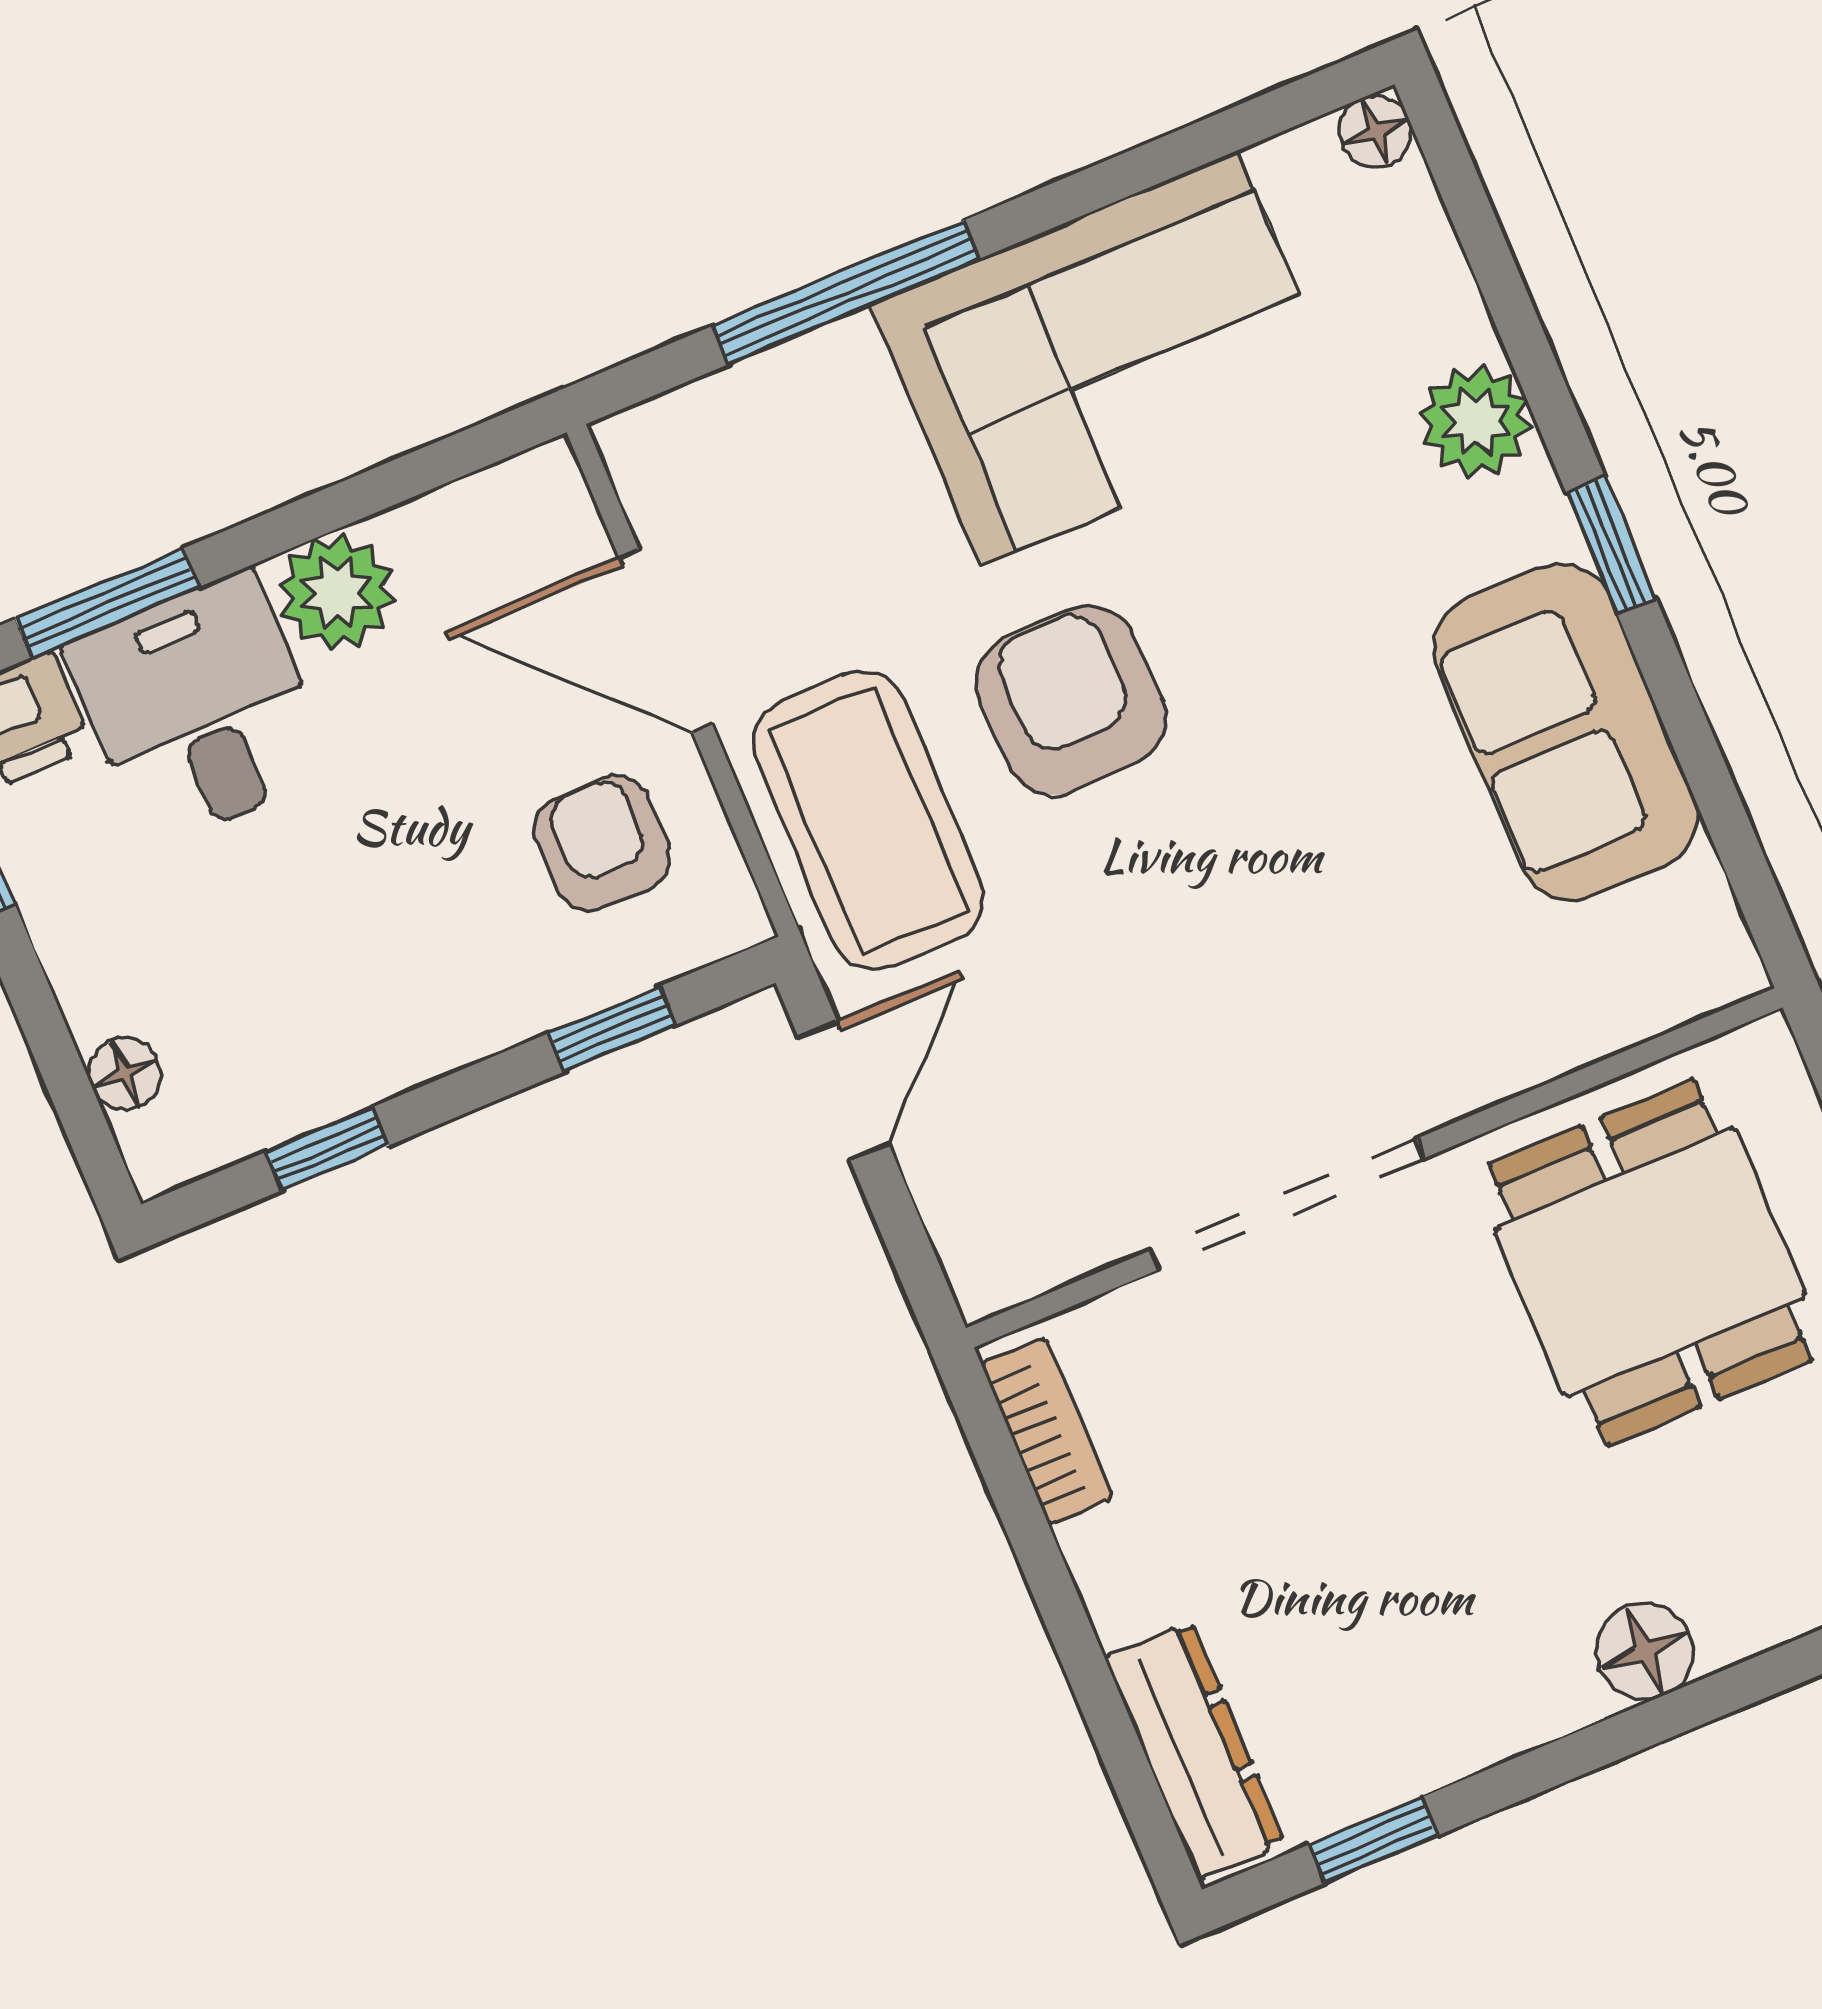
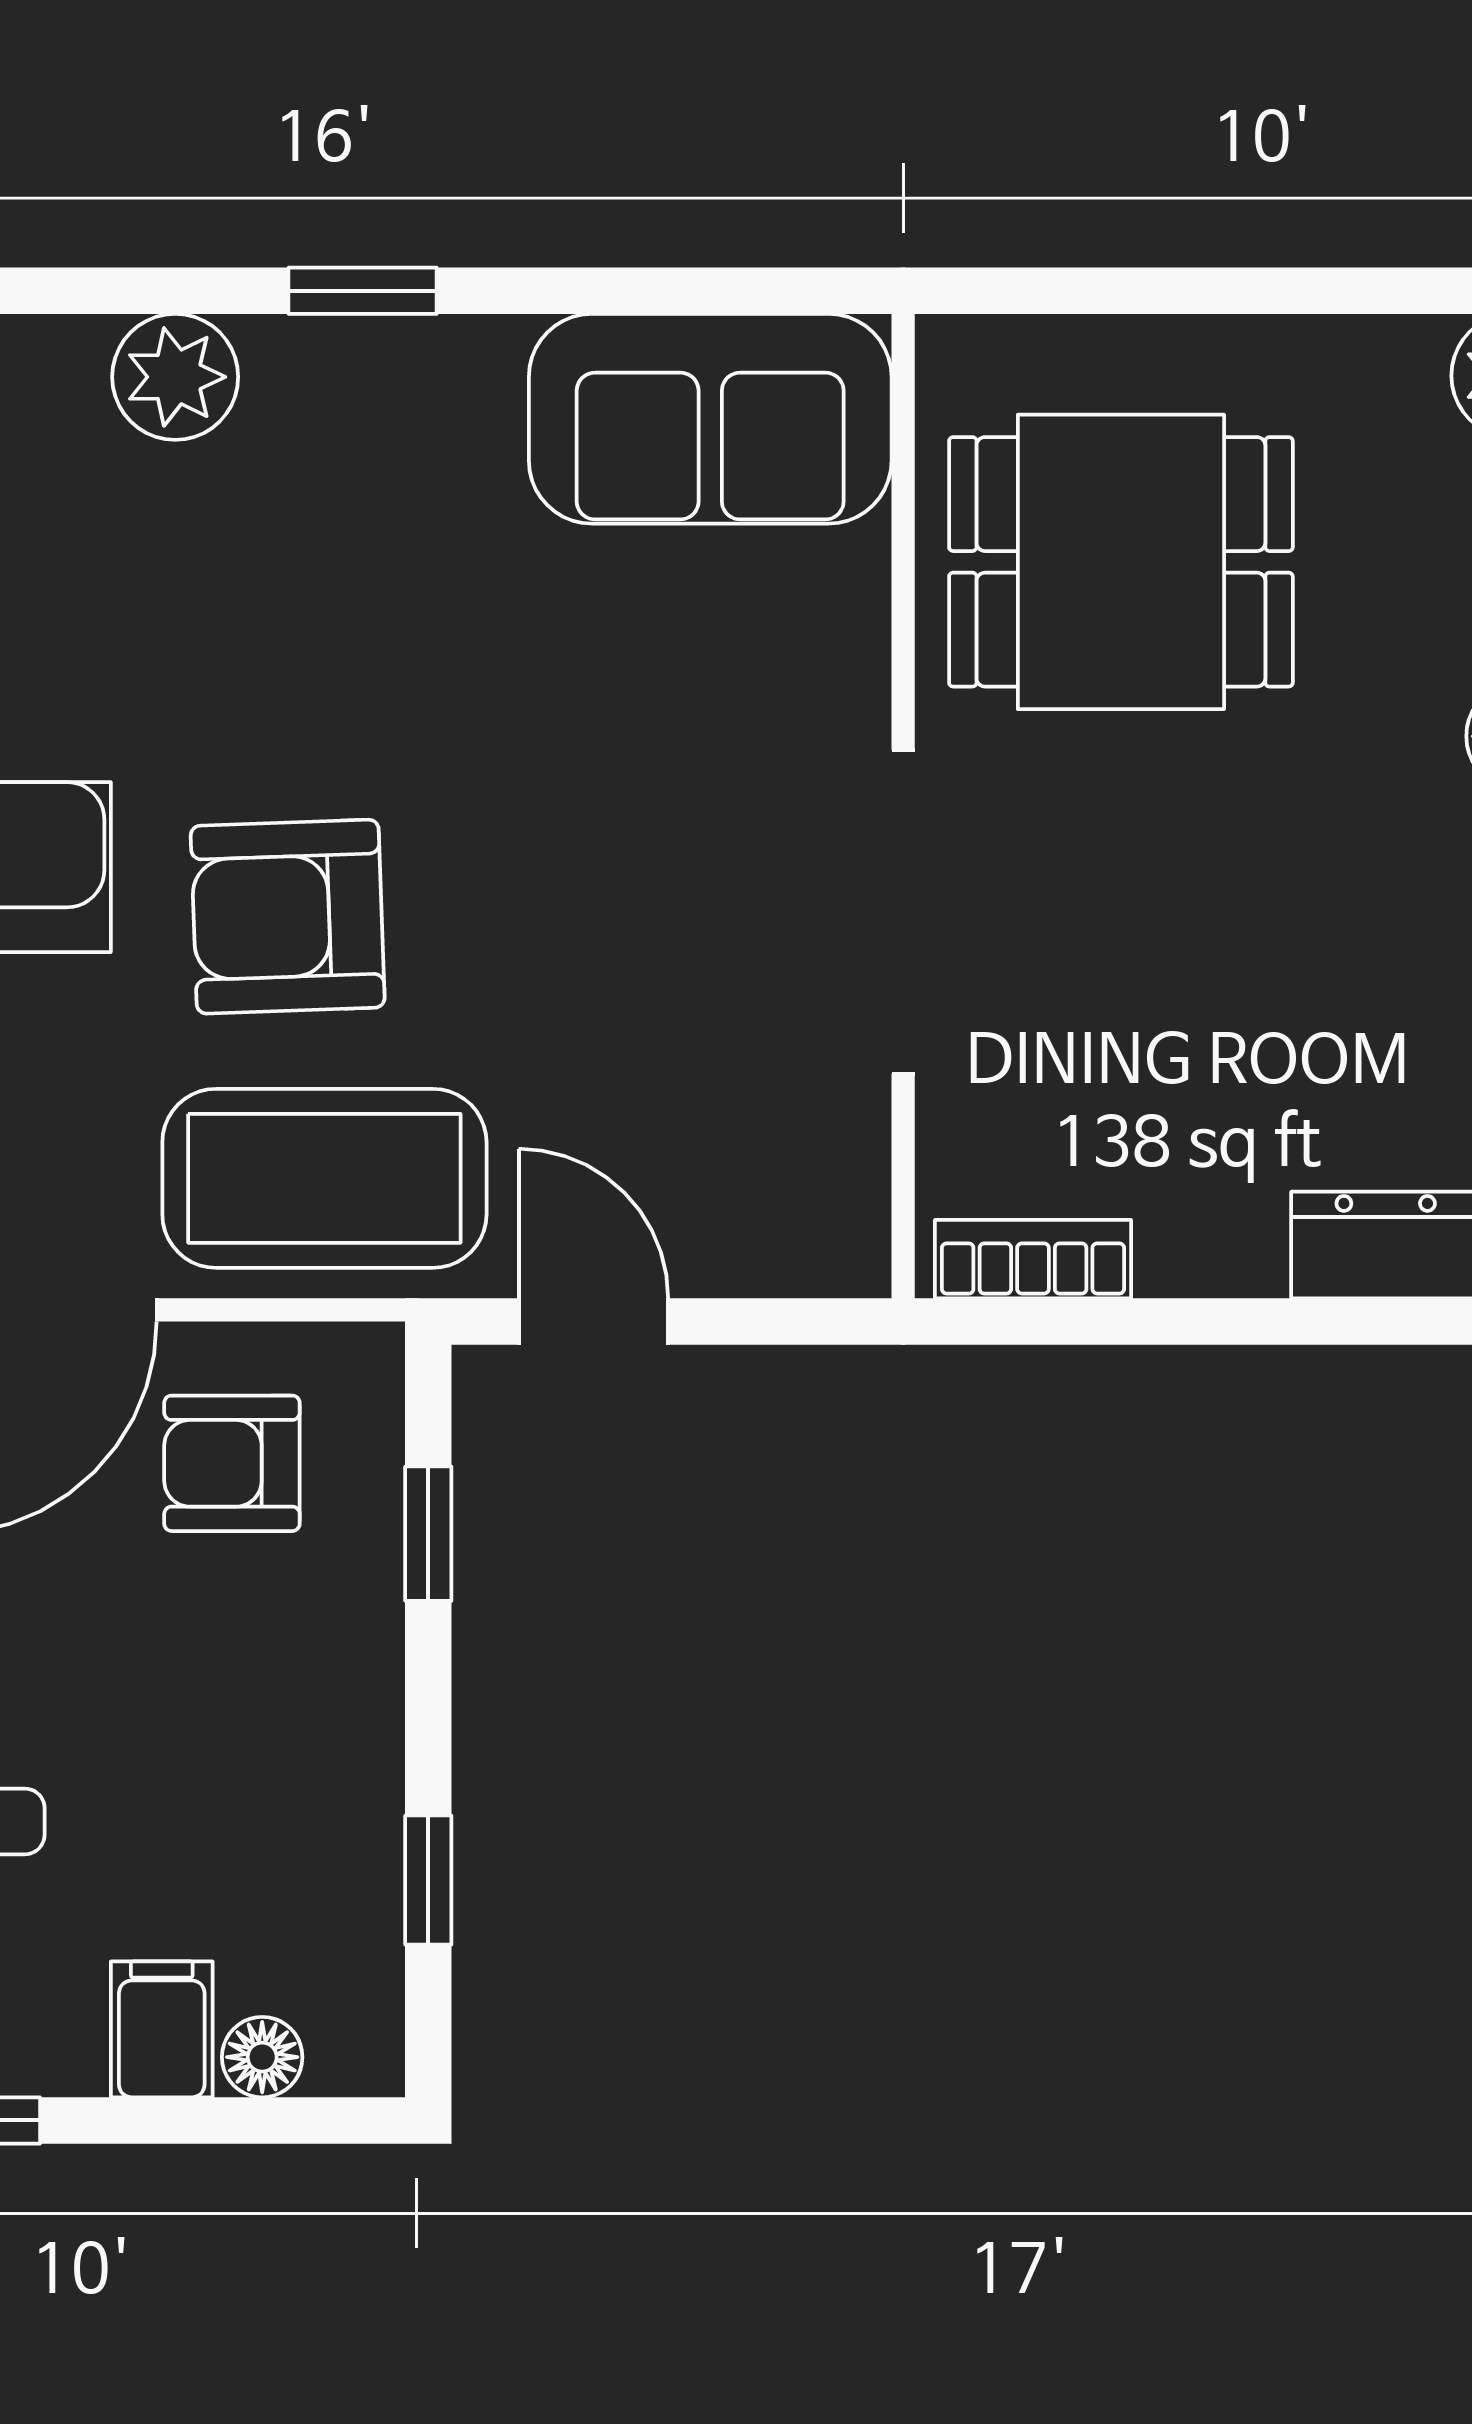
sofa: (1566, 732) -> (710, 419), moved
filing cabinet: (113, 981) -> (162, 2029), added

